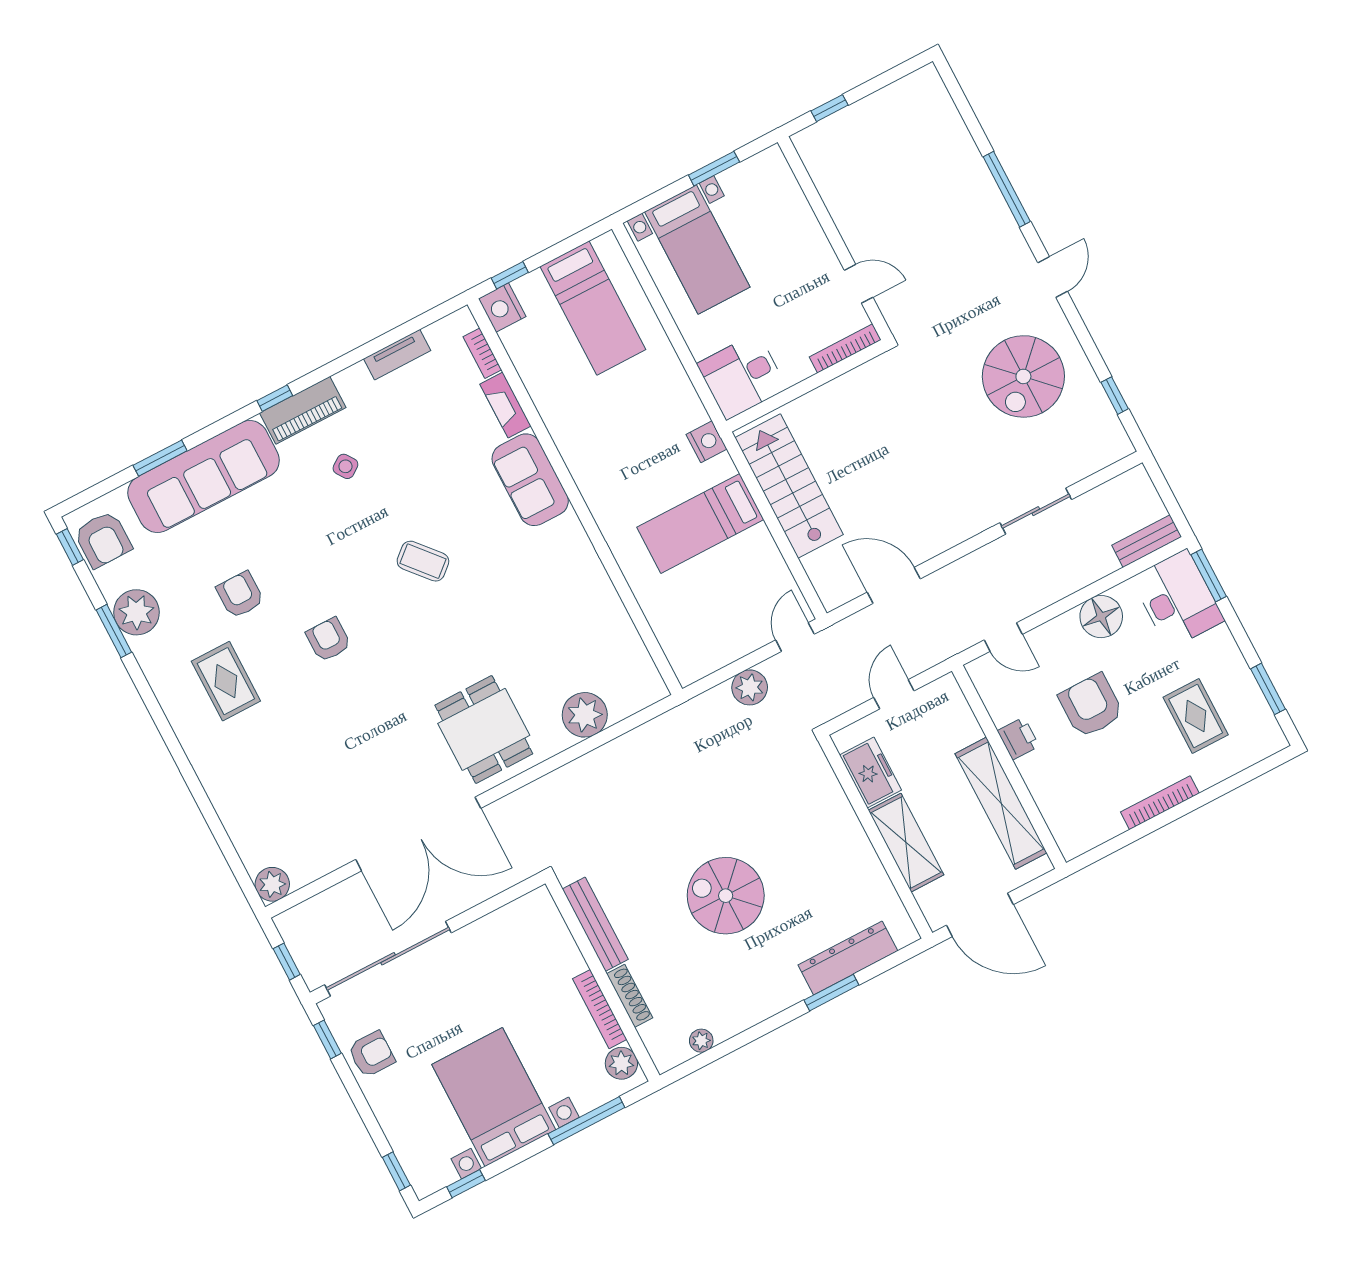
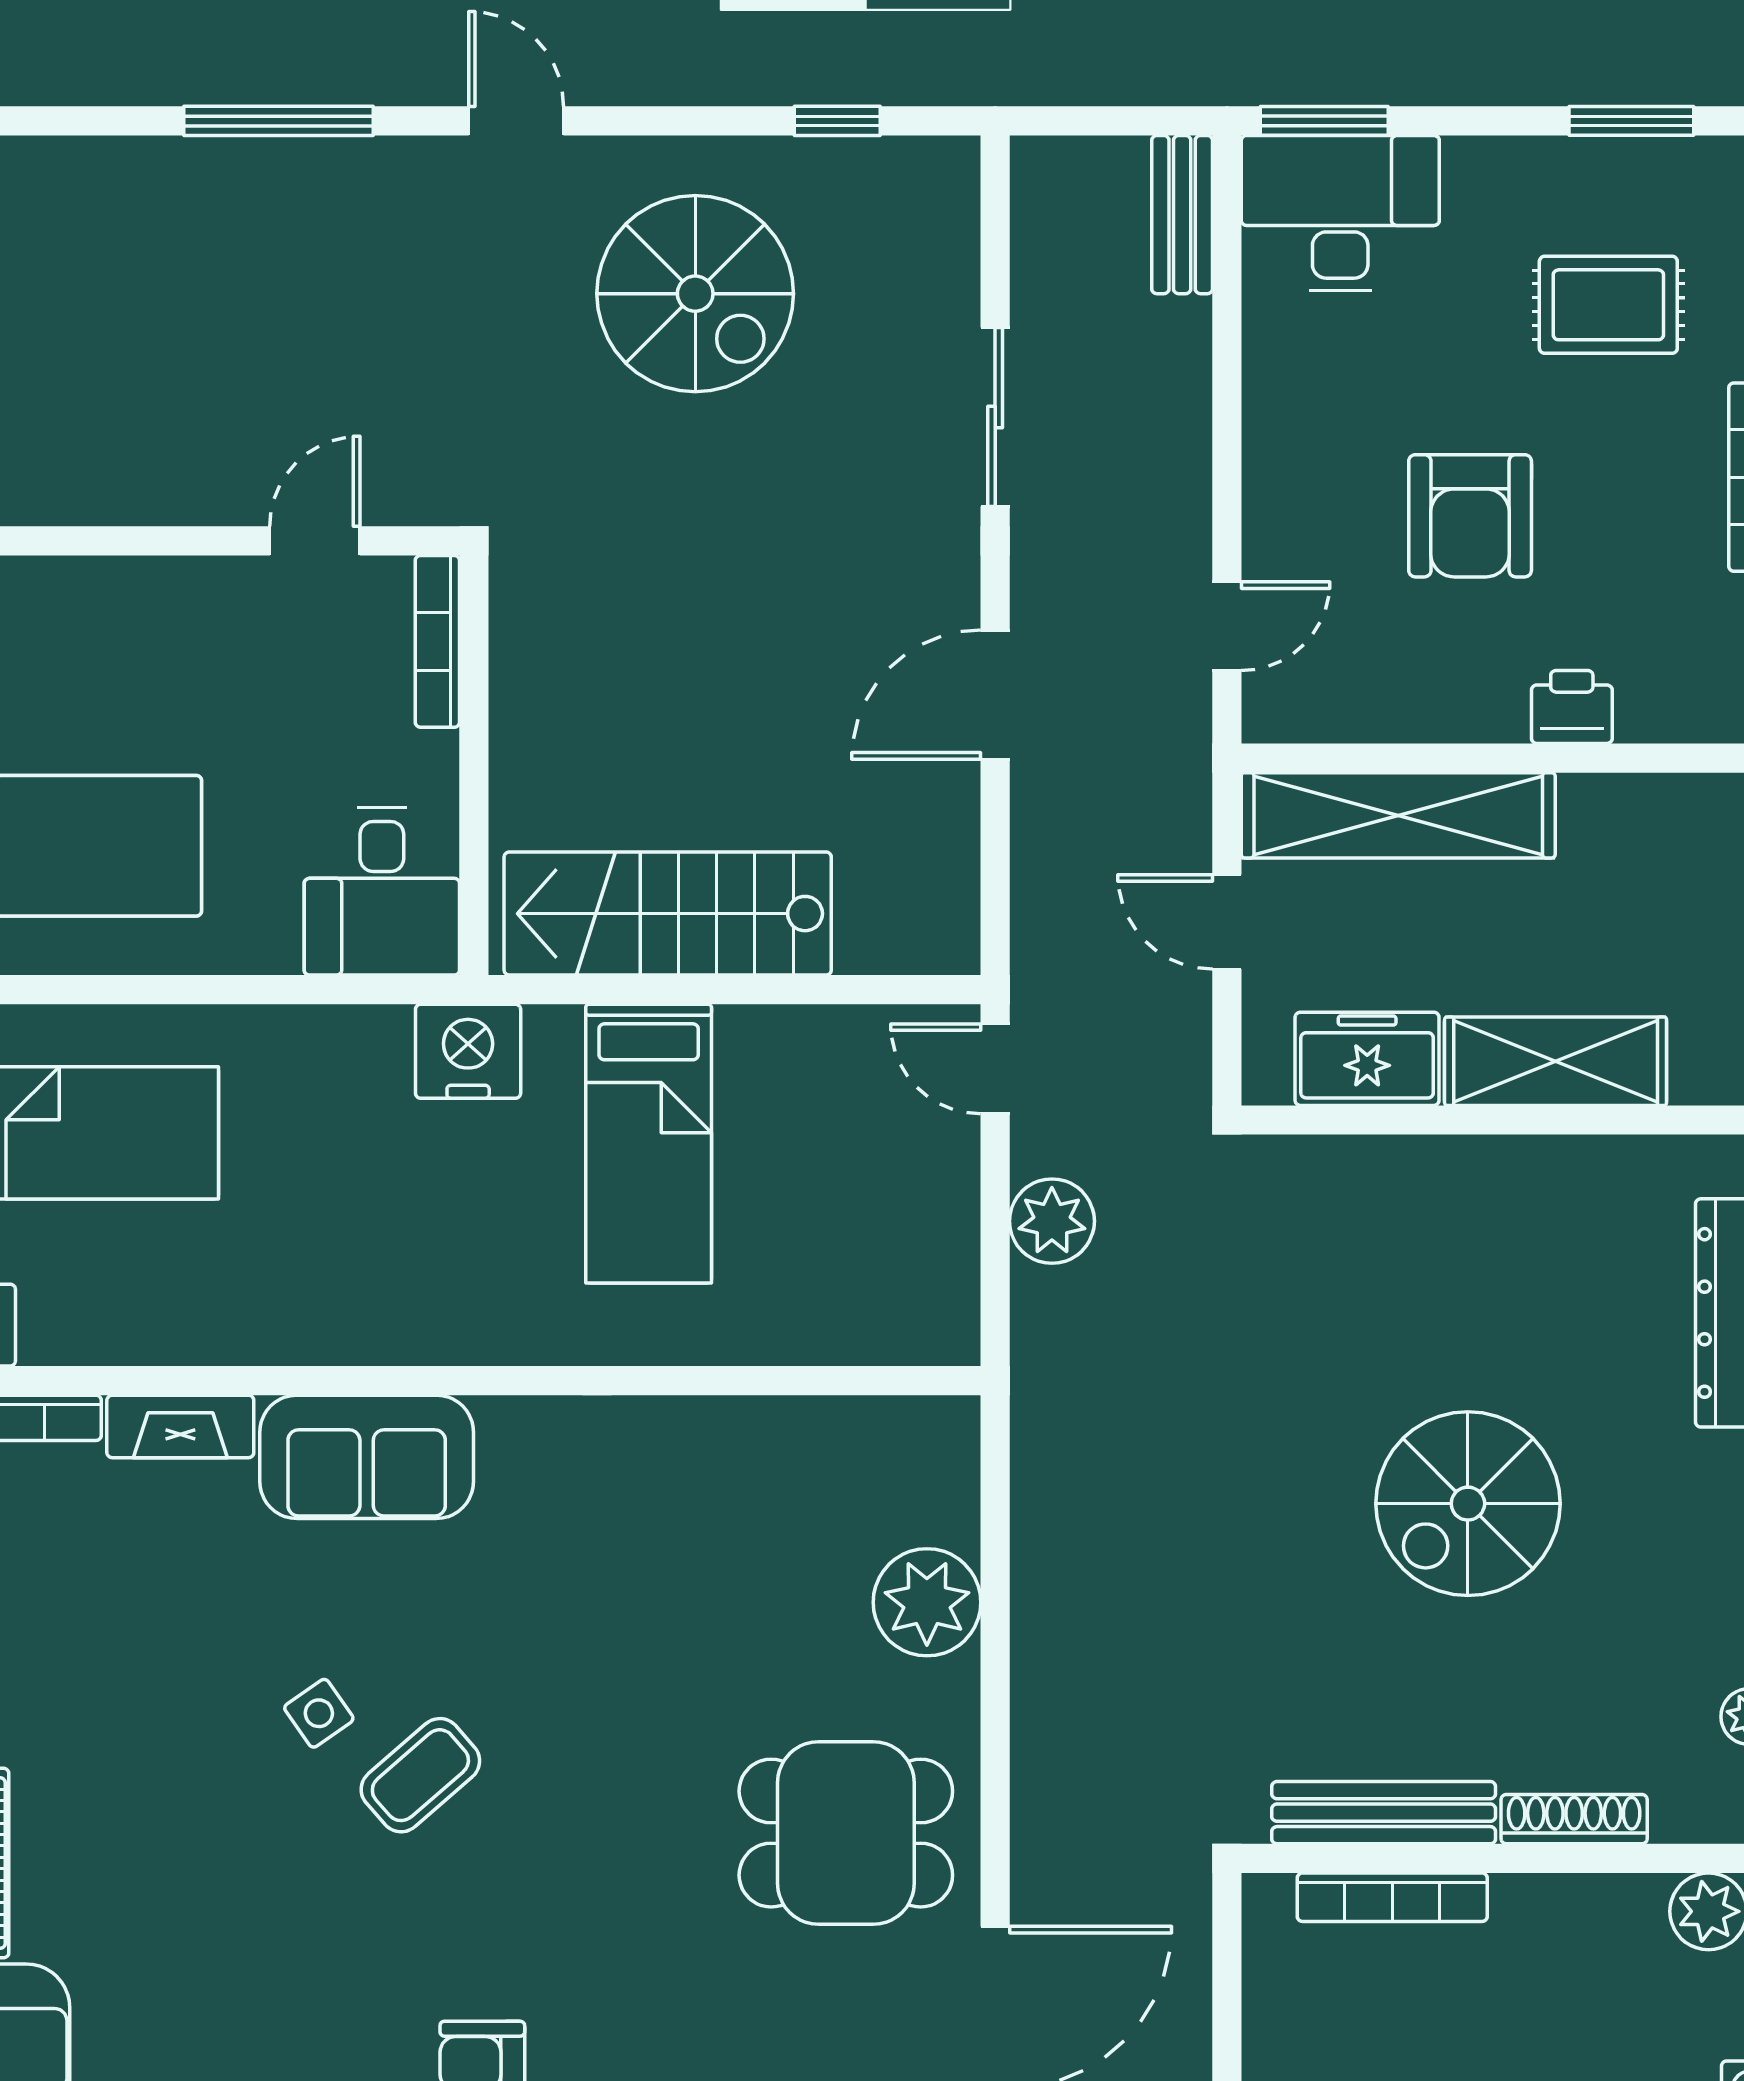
nightstand: (707, 442) -> (468, 1051), width x1.36, depth x1.33
side table: (345, 466) -> (319, 1713), moved
door: (894, 585) -> (995, 695), moved
floor lamp: (1101, 617) -> (1292, 395), removed
armchair: (1091, 706) -> (1470, 516), turned -90
printer: (1018, 738) -> (1572, 707), moved
shelving: (1001, 803) -> (1398, 815), moved
bookcase: (600, 1009) -> (1392, 1897), moved

